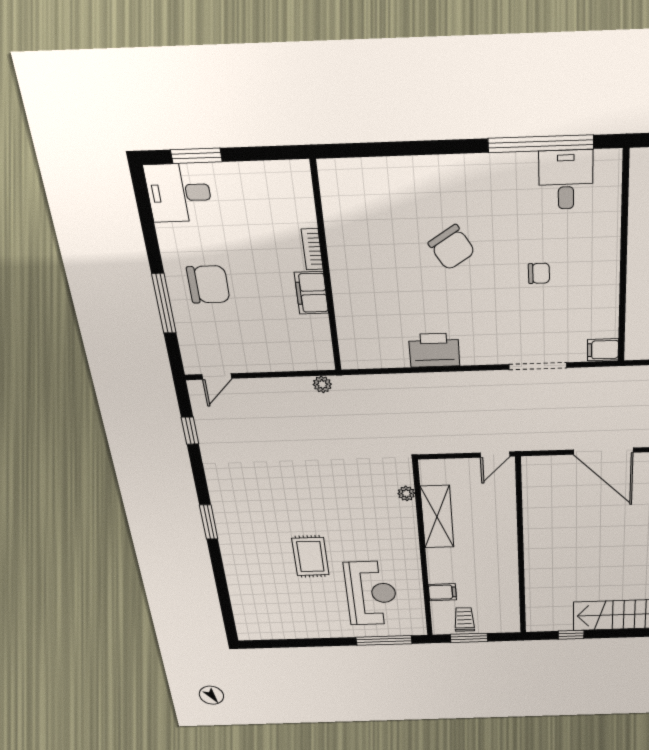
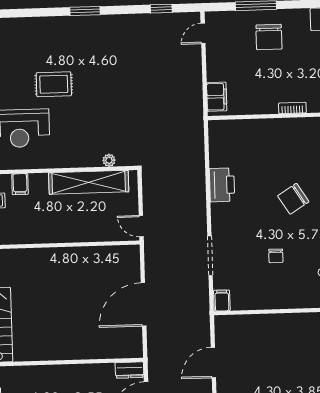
filing cabinet: (311, 293) -> (217, 97), moved, turned 90
door: (217, 376) -> (203, 33), hinge flipped
plant: (322, 384) -> (197, 106), removed
shelving: (437, 517) -> (89, 182), width x1.47

